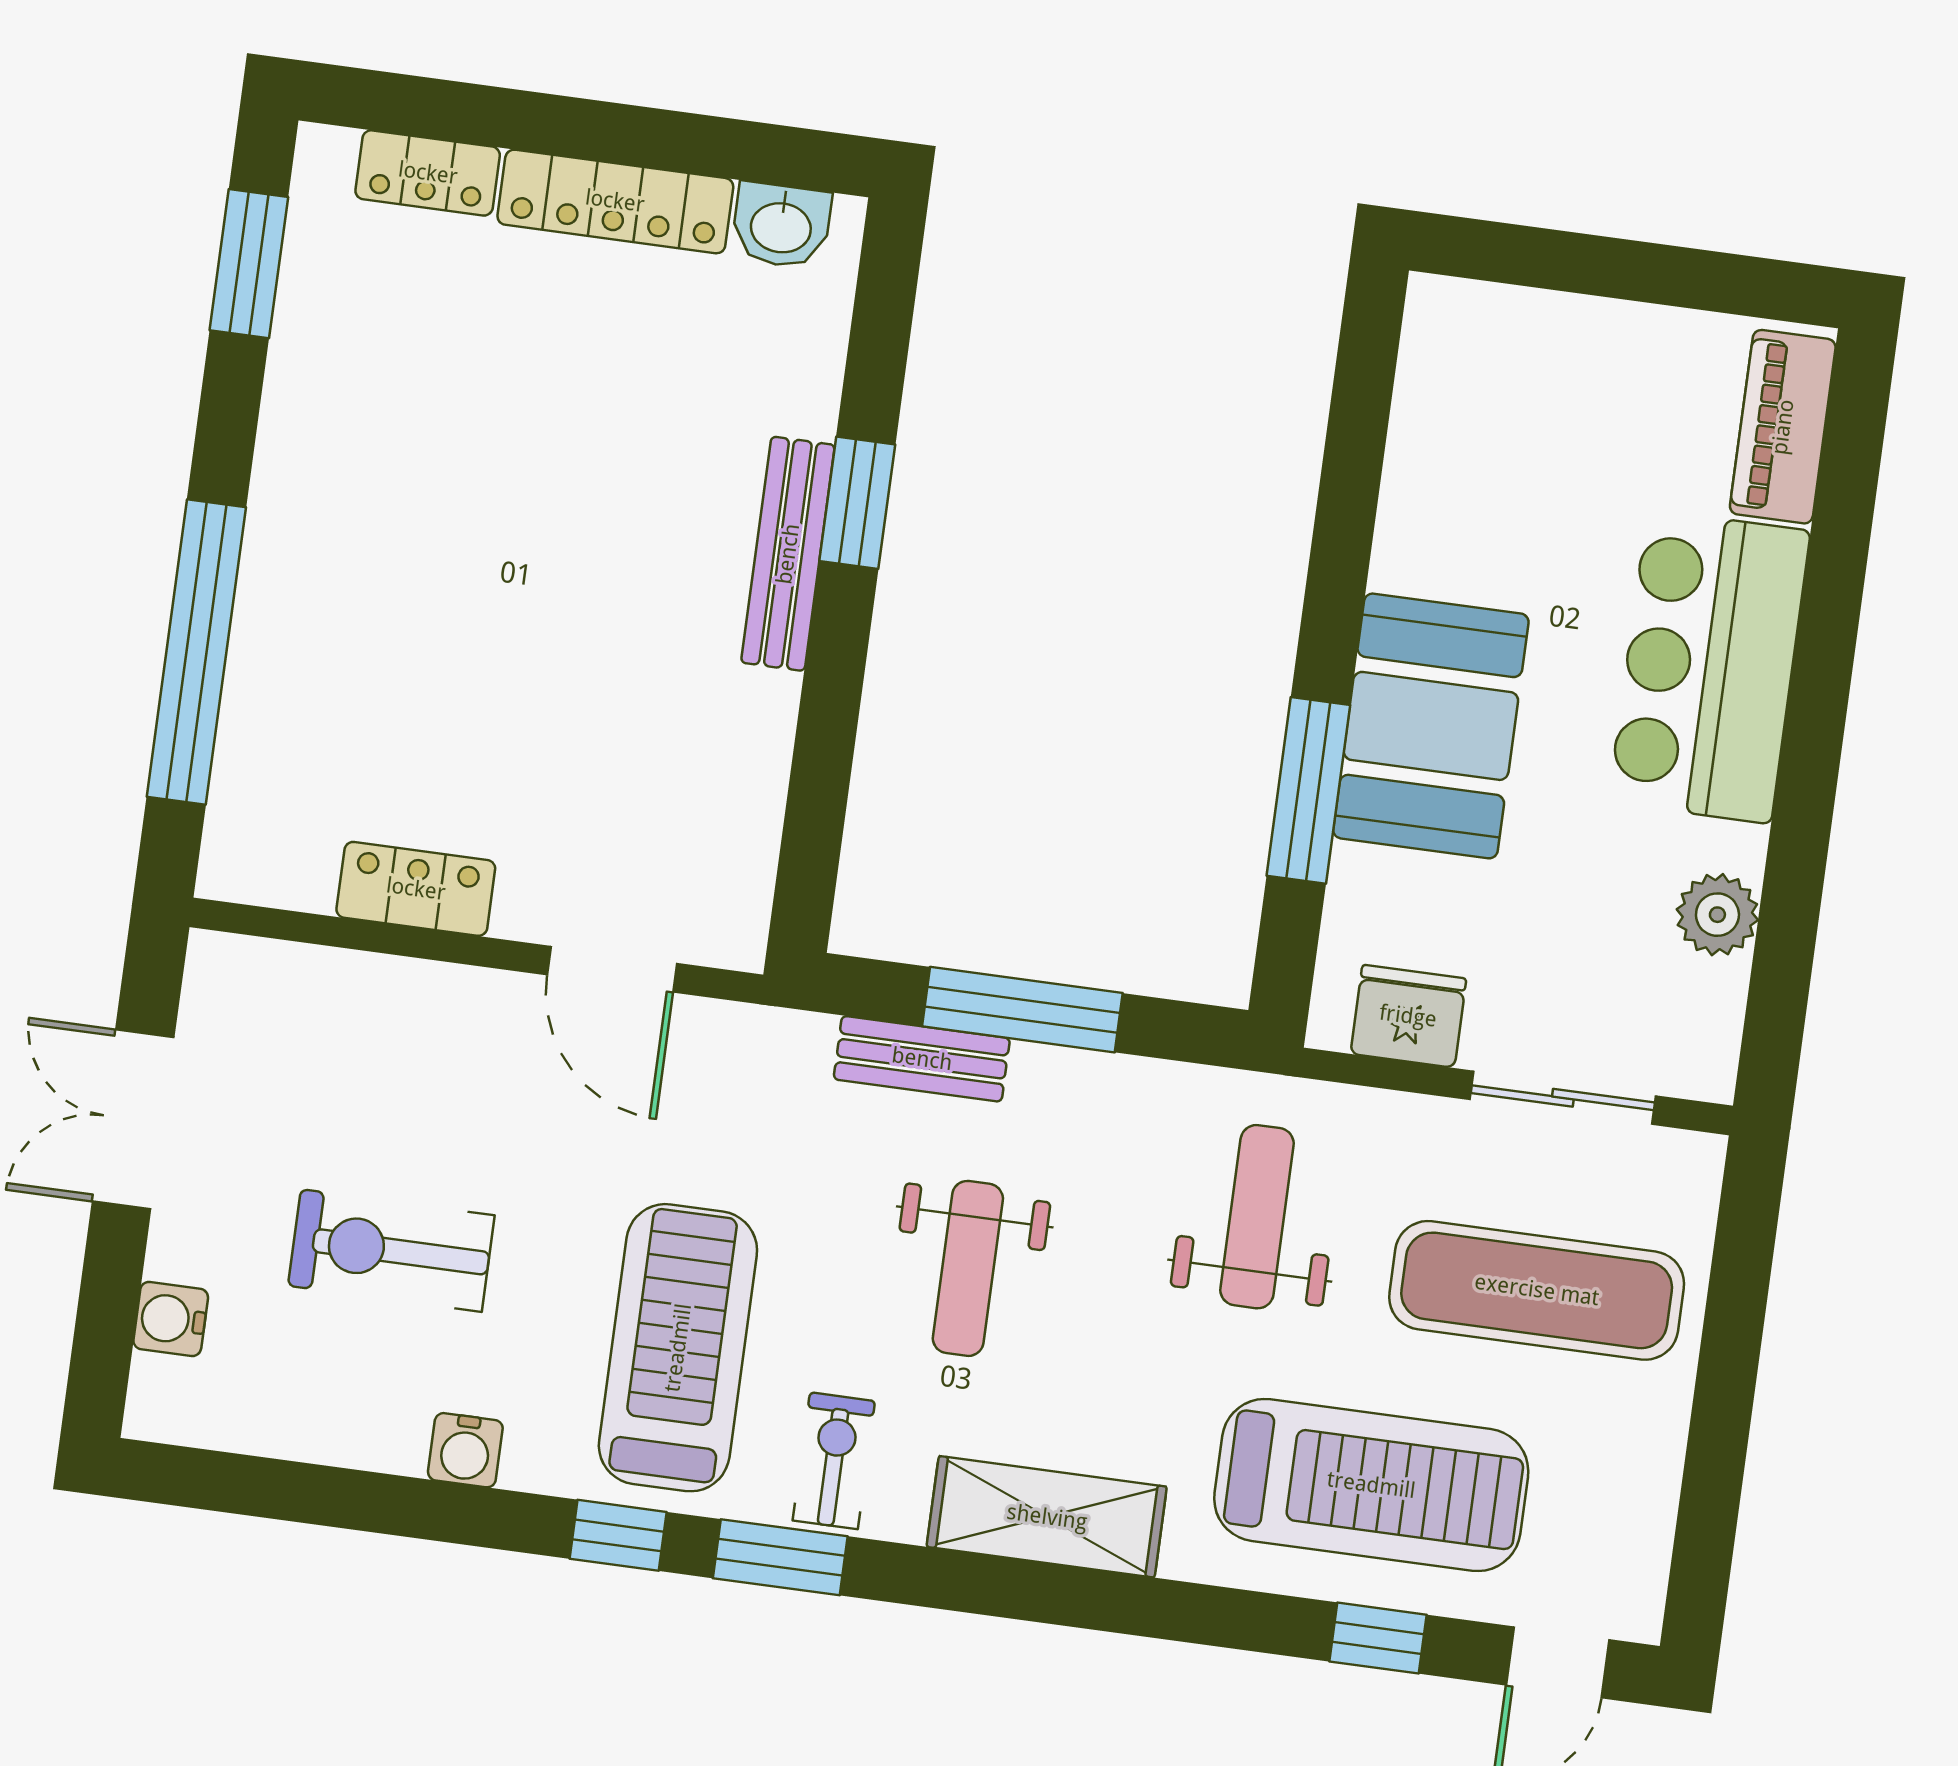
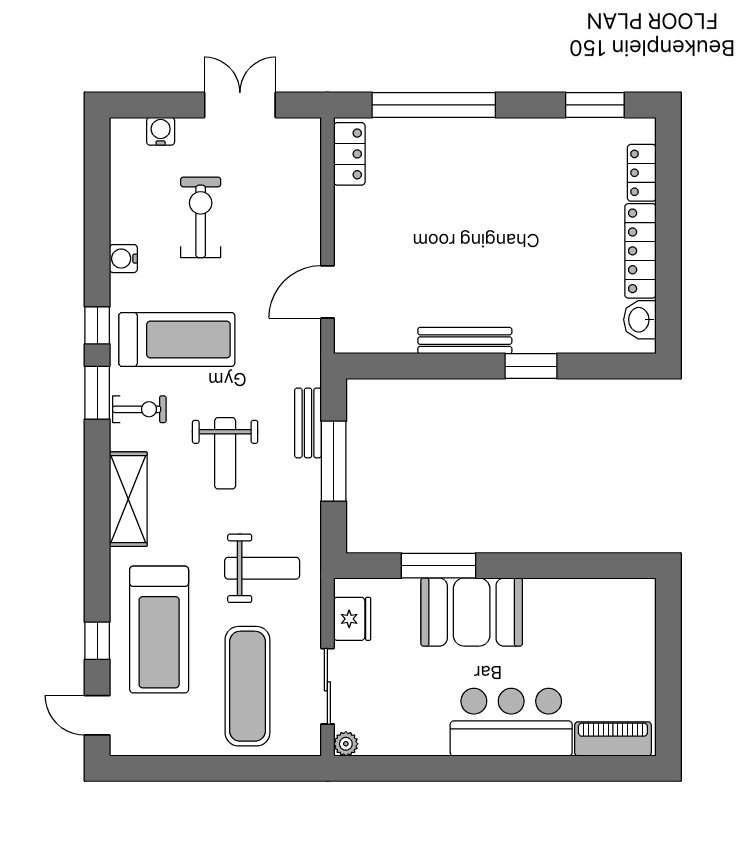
bench: (788, 554) -> (465, 341), moved
locker: (416, 889) -> (349, 154), moved
plant: (1717, 915) -> (346, 744), moved, width x0.73, depth x0.73
weight bench: (968, 1268) -> (225, 453), turned -90

